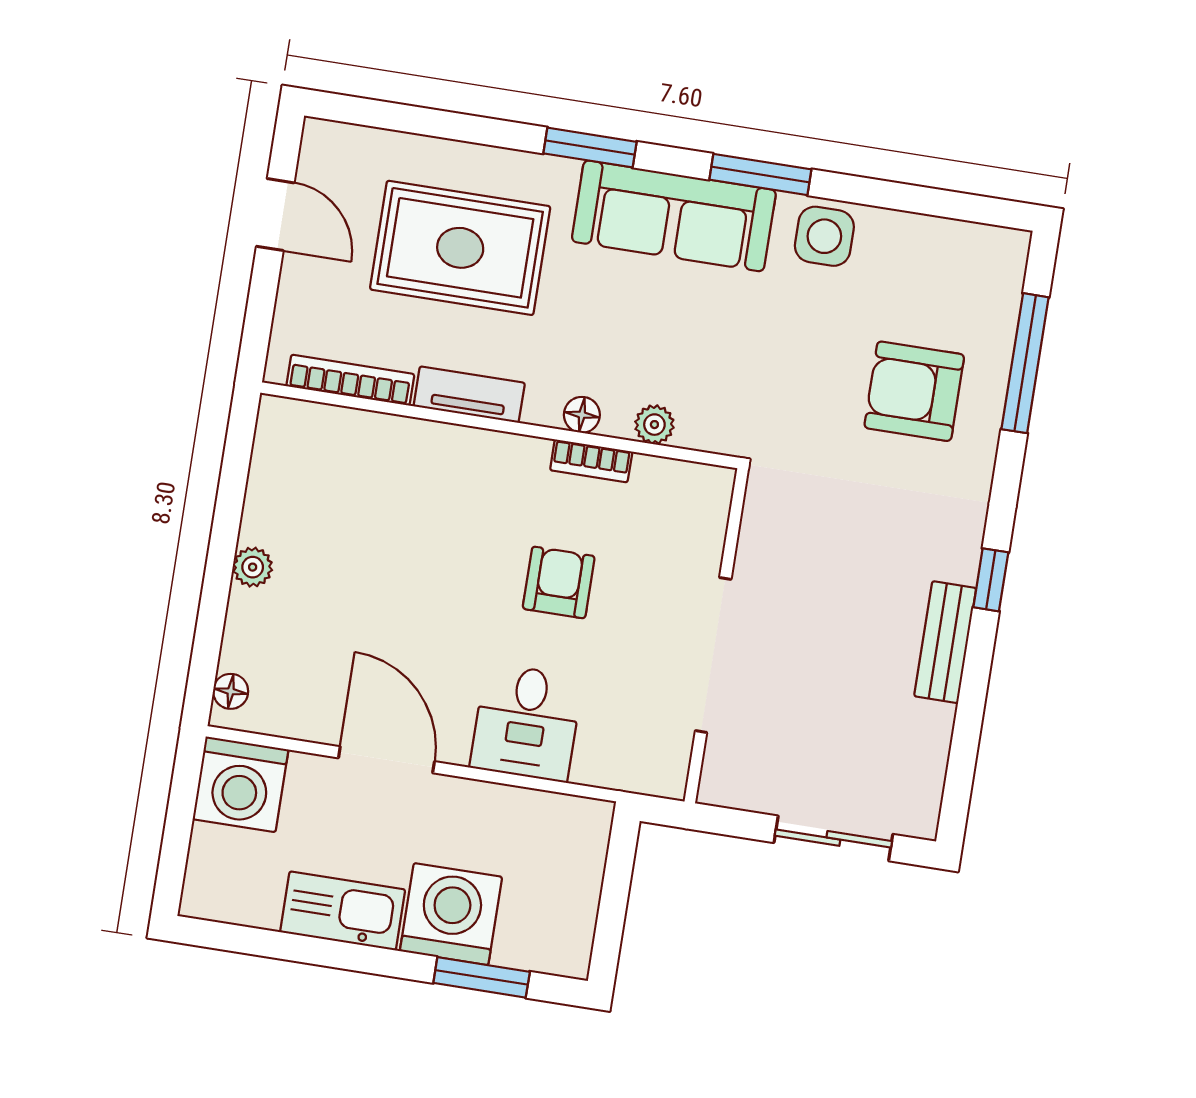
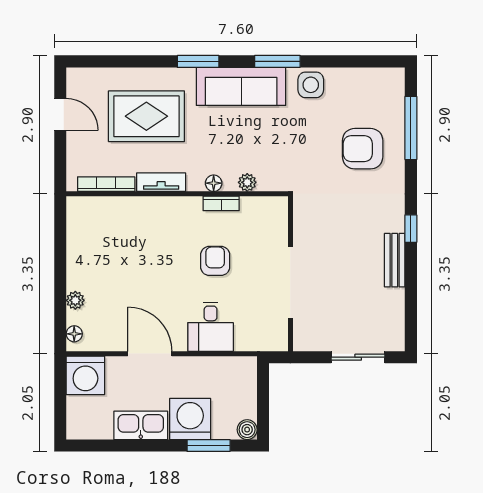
plant: (253, 567) -> (75, 300), moved
boiler: (570, 956) -> (247, 430), added

